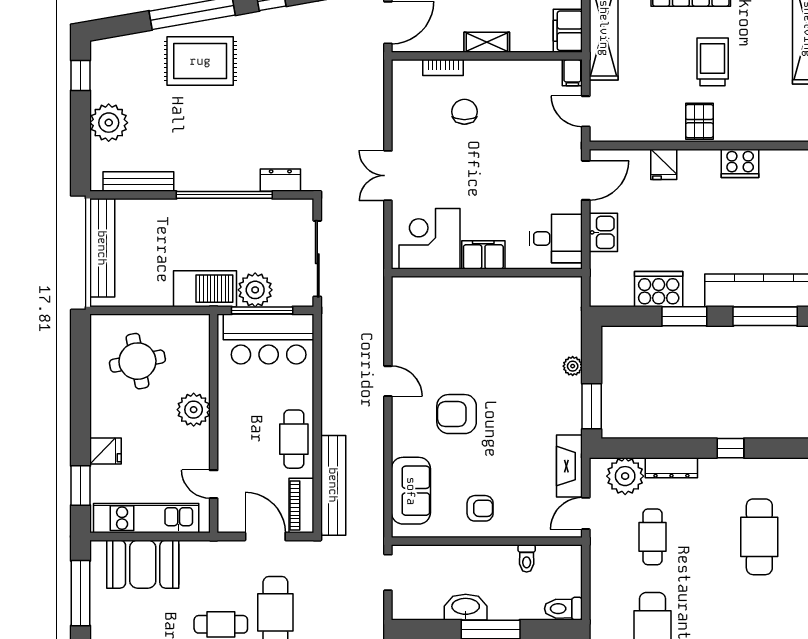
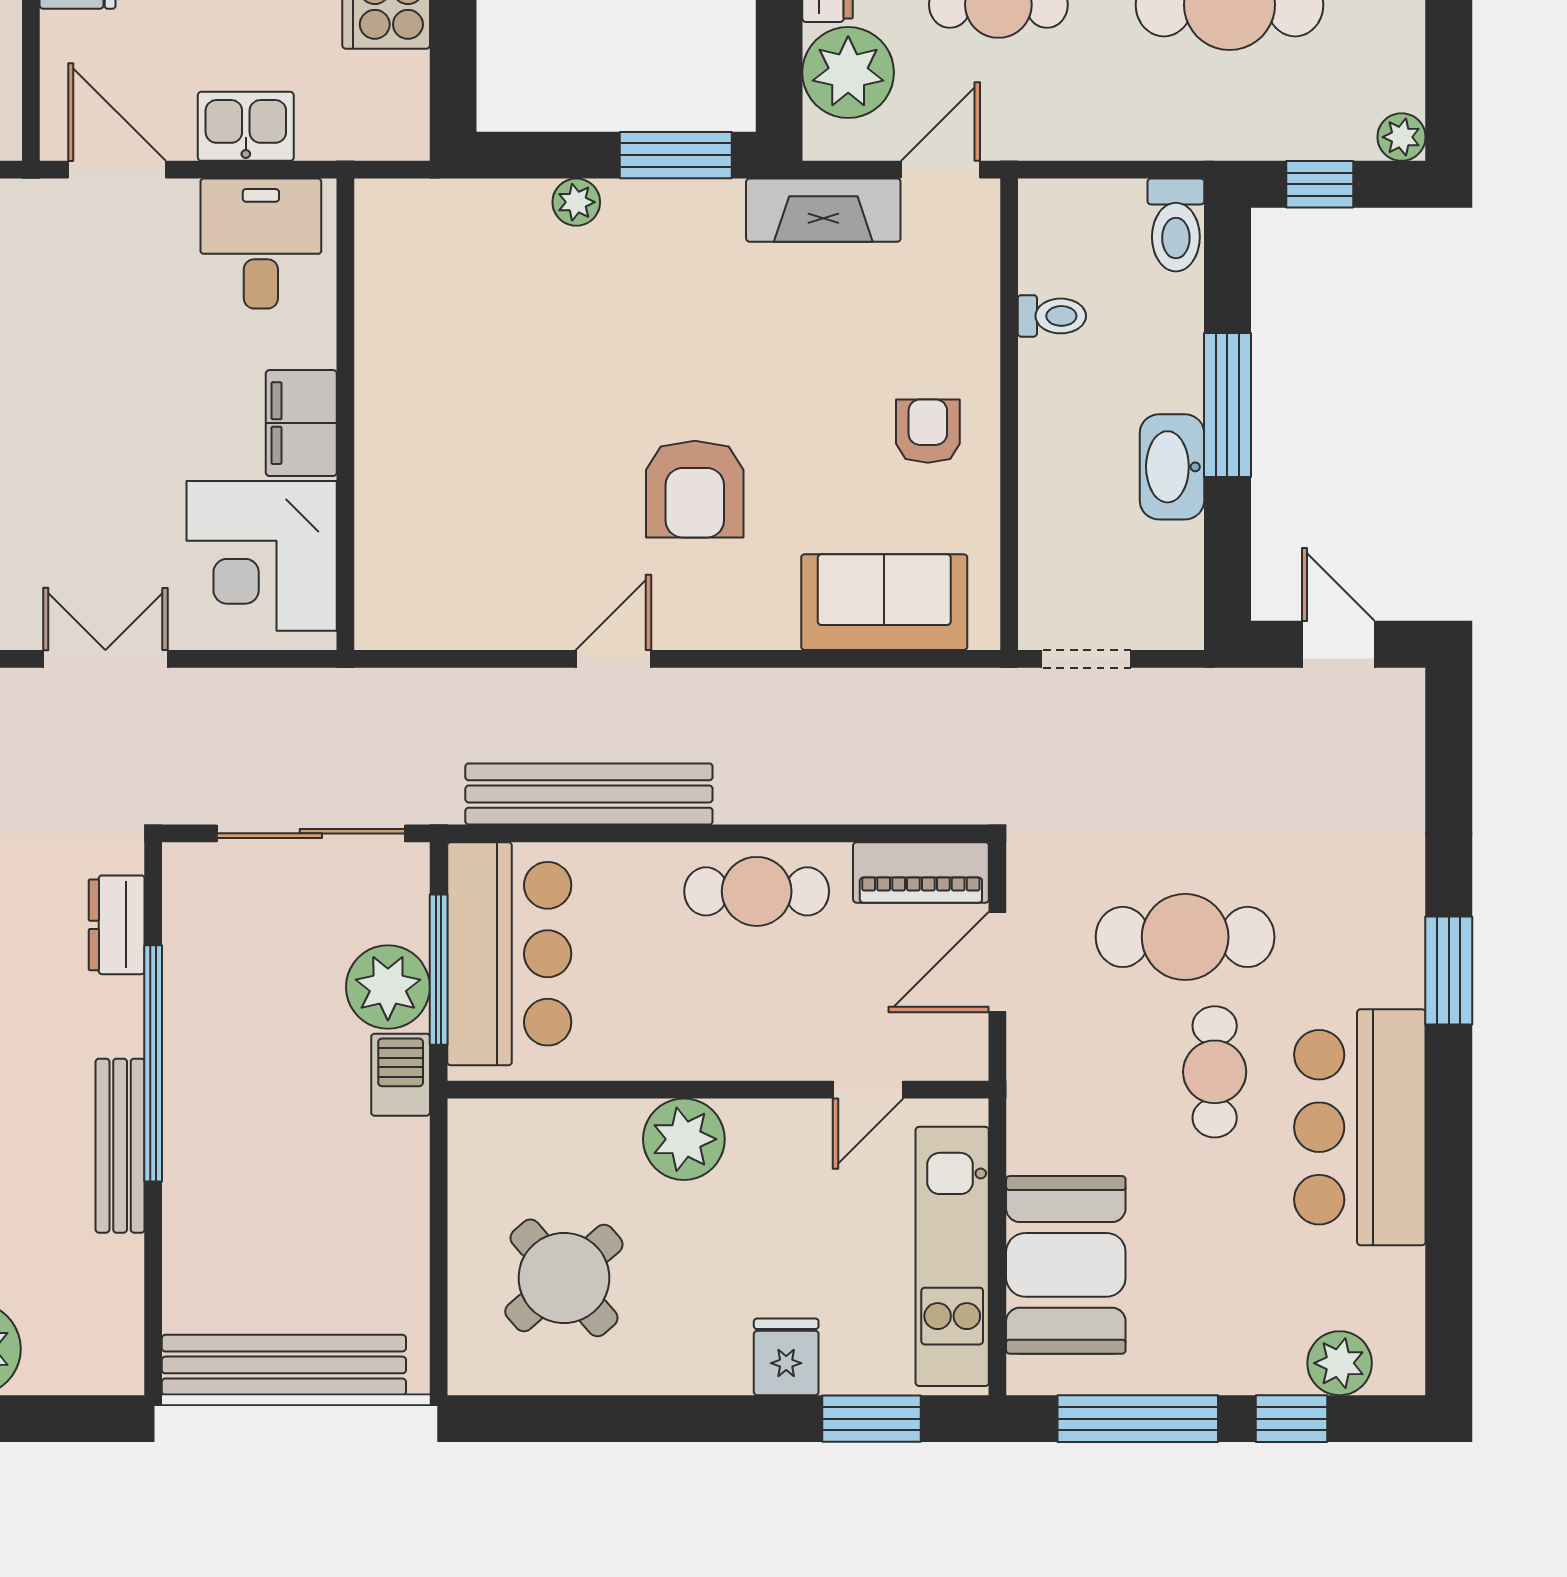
double door: (388, 176) -> (105, 659), swing flipped
bench: (138, 182) -> (120, 1146), moved
barbecue: (205, 289) -> (401, 1075), width x0.53, depth x0.65
round table: (137, 361) -> (564, 1278), turned -30
bench: (333, 485) -> (589, 794), moved
door: (586, 513) -> (940, 170), swing flipped

